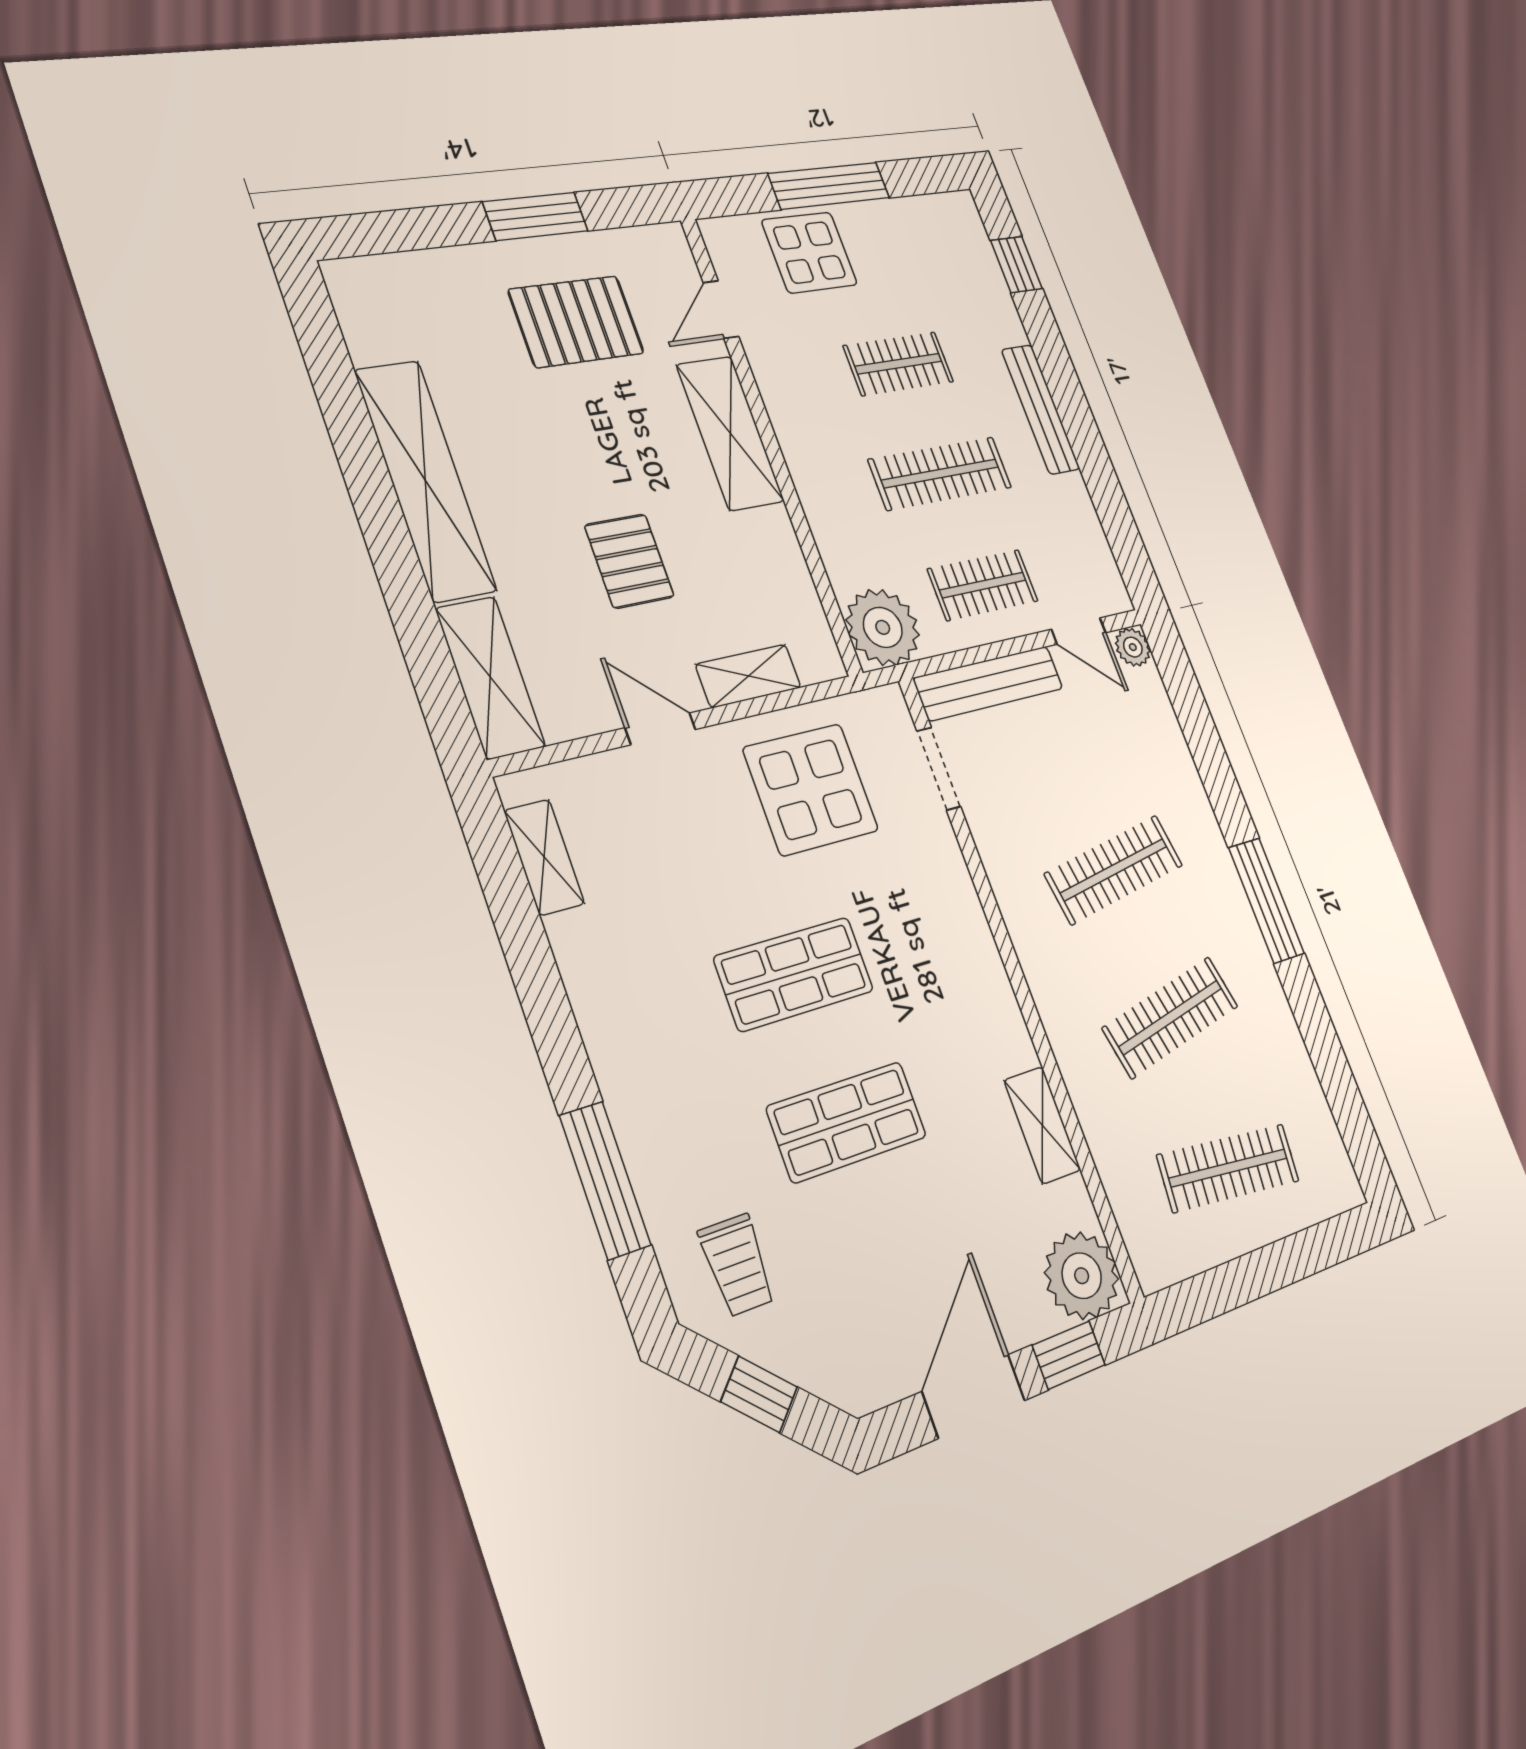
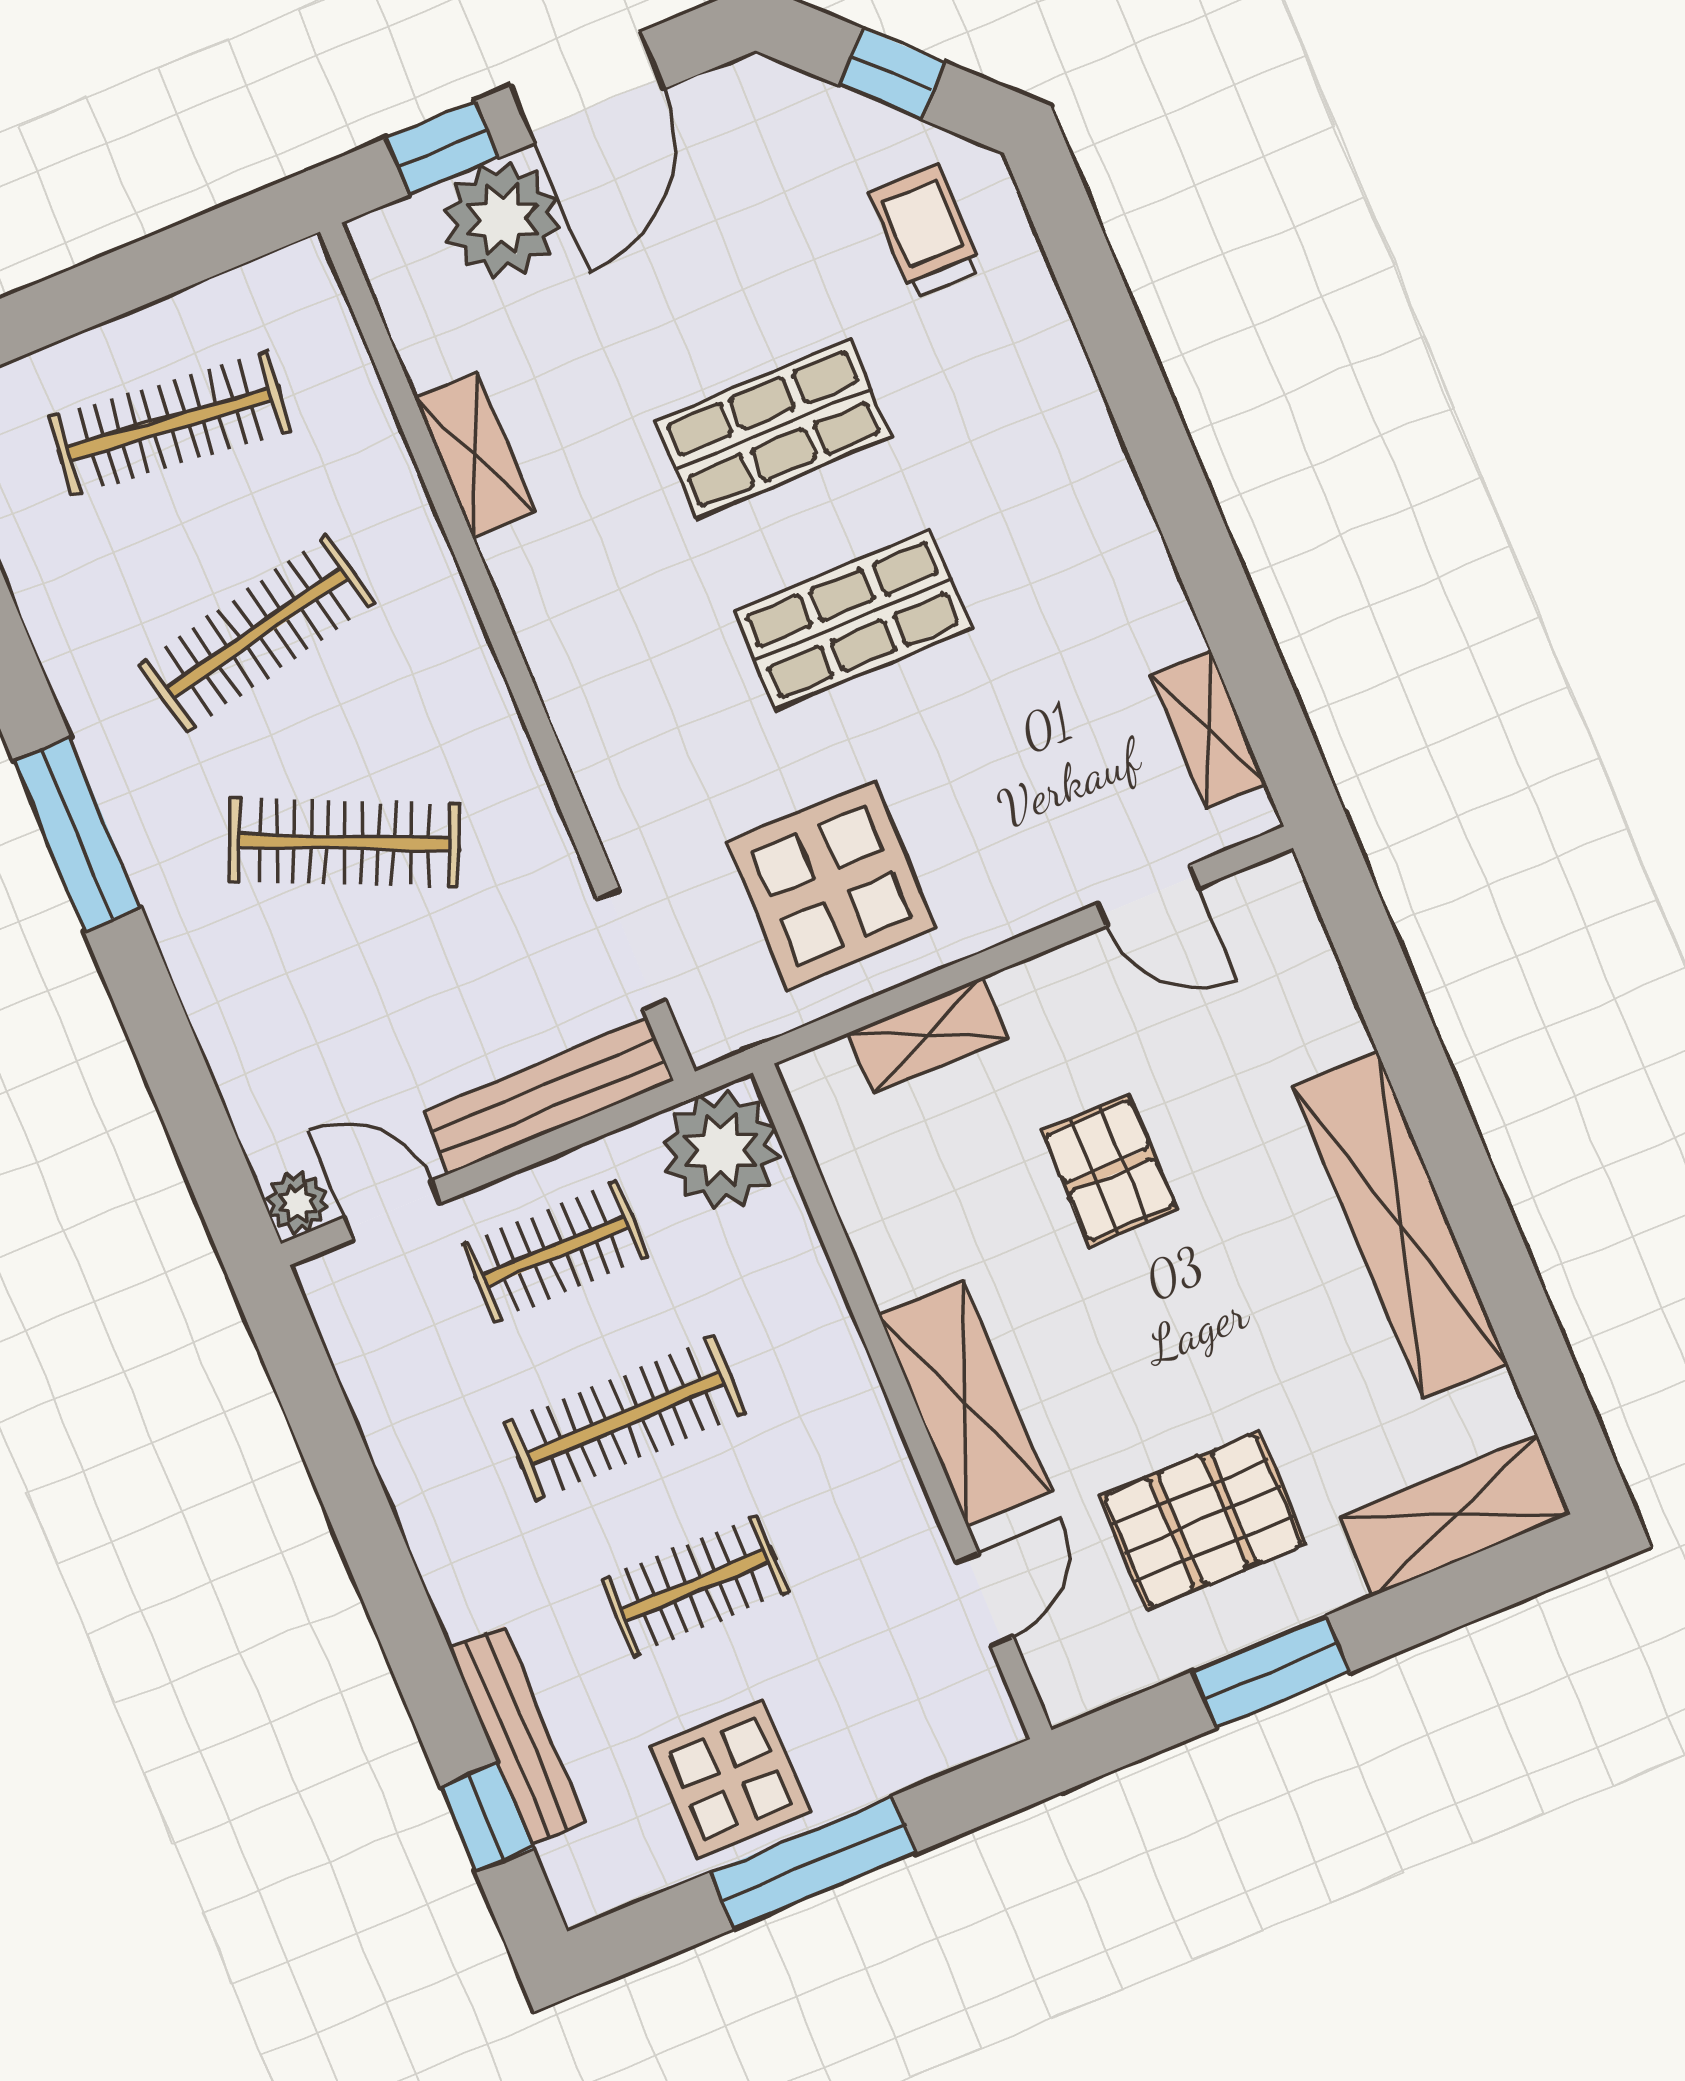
display table: (809, 252) -> (730, 1779), moved
bench: (1041, 409) -> (518, 1736), moved
shelving: (490, 677) -> (1455, 1516), moved, turned 90
door: (660, 729) -> (1148, 896), moved
clothes rail: (1114, 870) -> (344, 843), turned 33
window: (605, 1180) -> (1107, 322), removed
plant: (1082, 1276) -> (502, 220), moved

